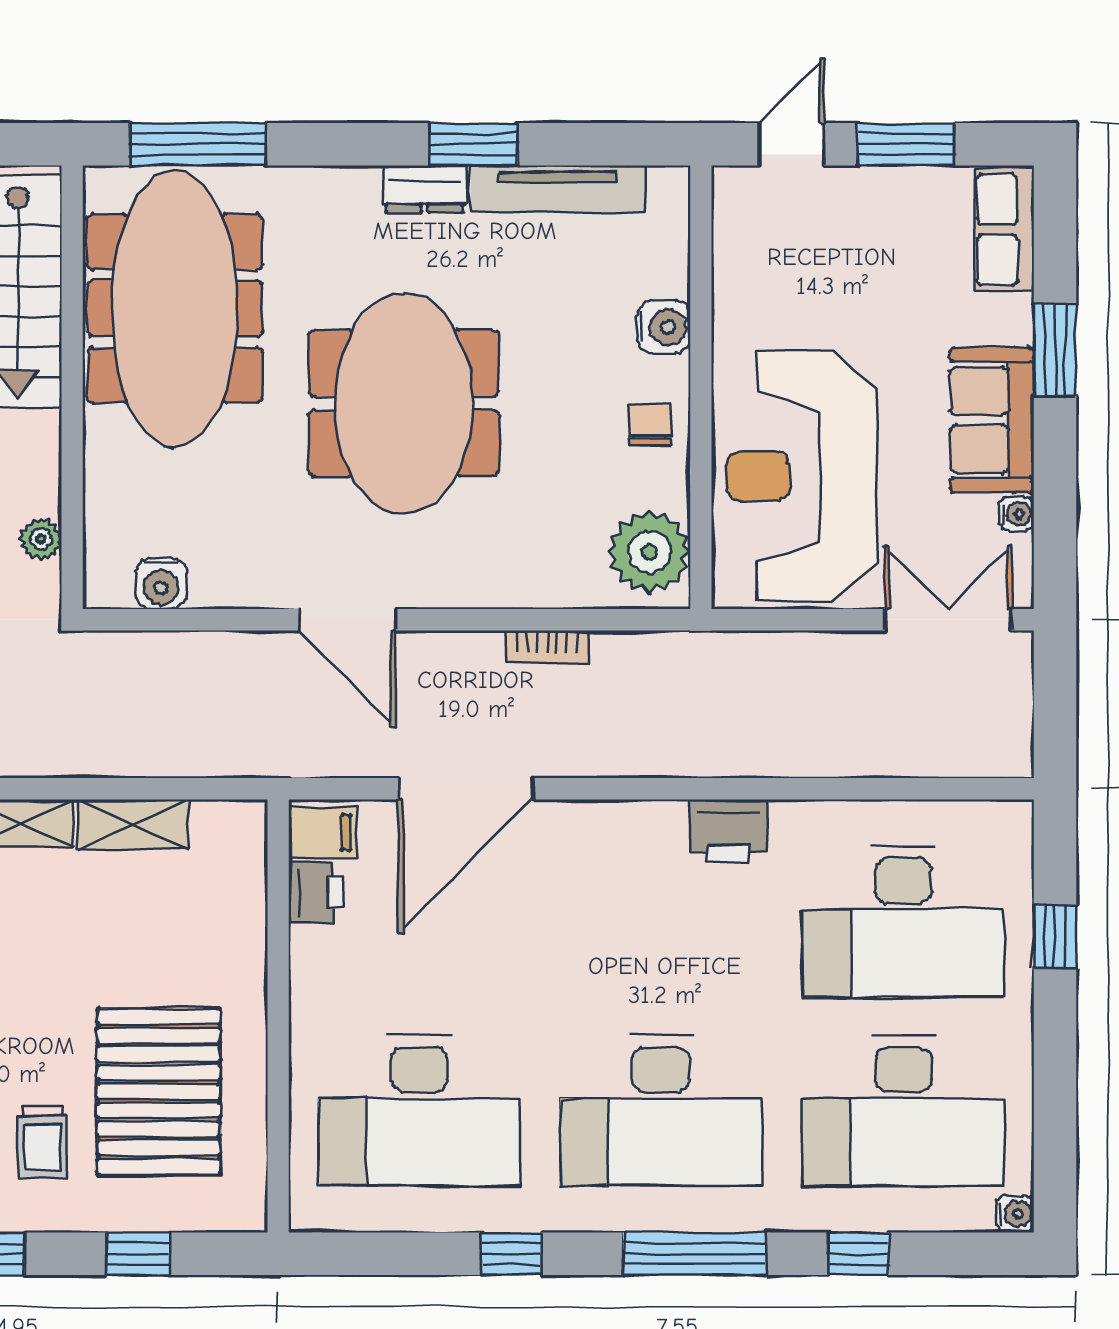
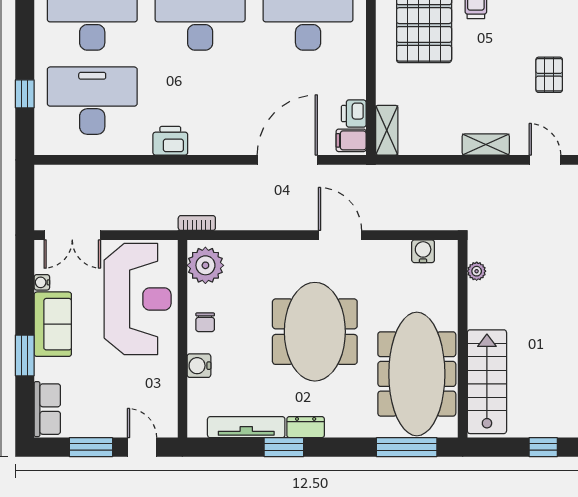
door: (792, 144) -> (142, 447), swing flipped
bookcase: (547, 647) -> (197, 223), moved
shelving: (133, 824) -> (387, 130), moved, turned 90

